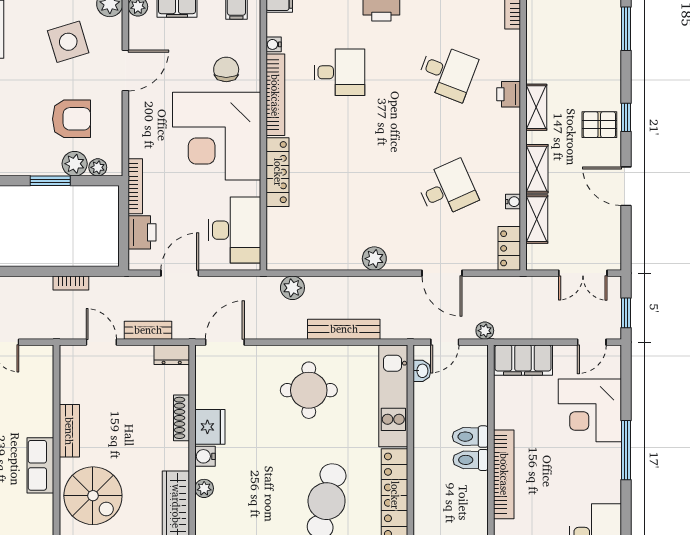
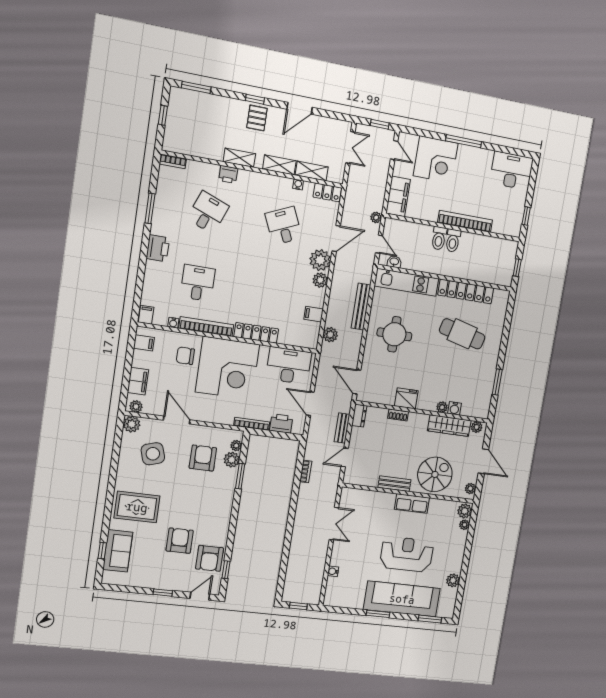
plant: (405, 254) -> (320, 260), added
filing cabinet: (320, 257) -> (314, 314), added
shoe rack: (182, 418) -> (398, 415), width x0.70
water cooler: (205, 456) -> (455, 408), moved

